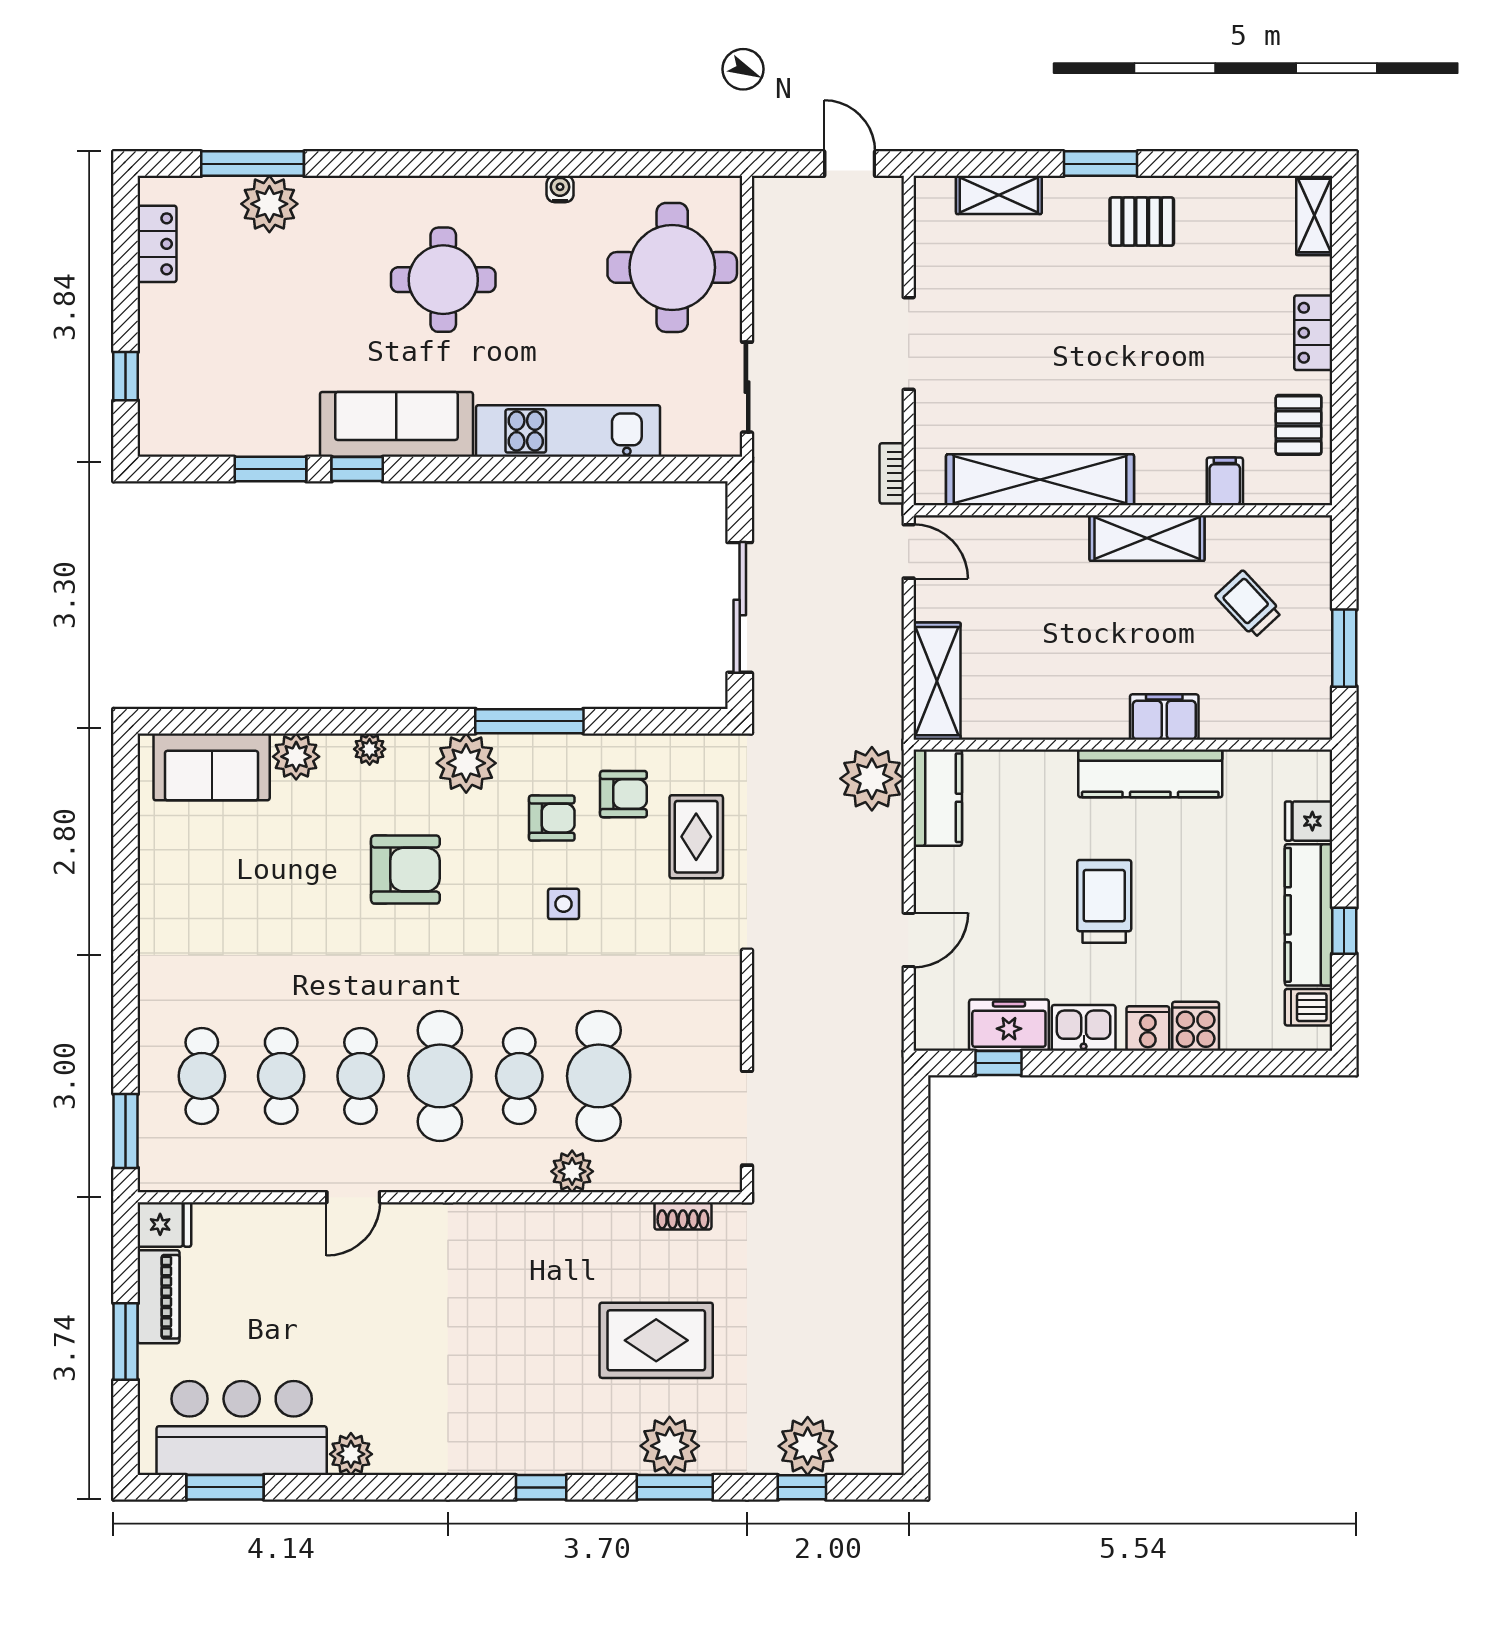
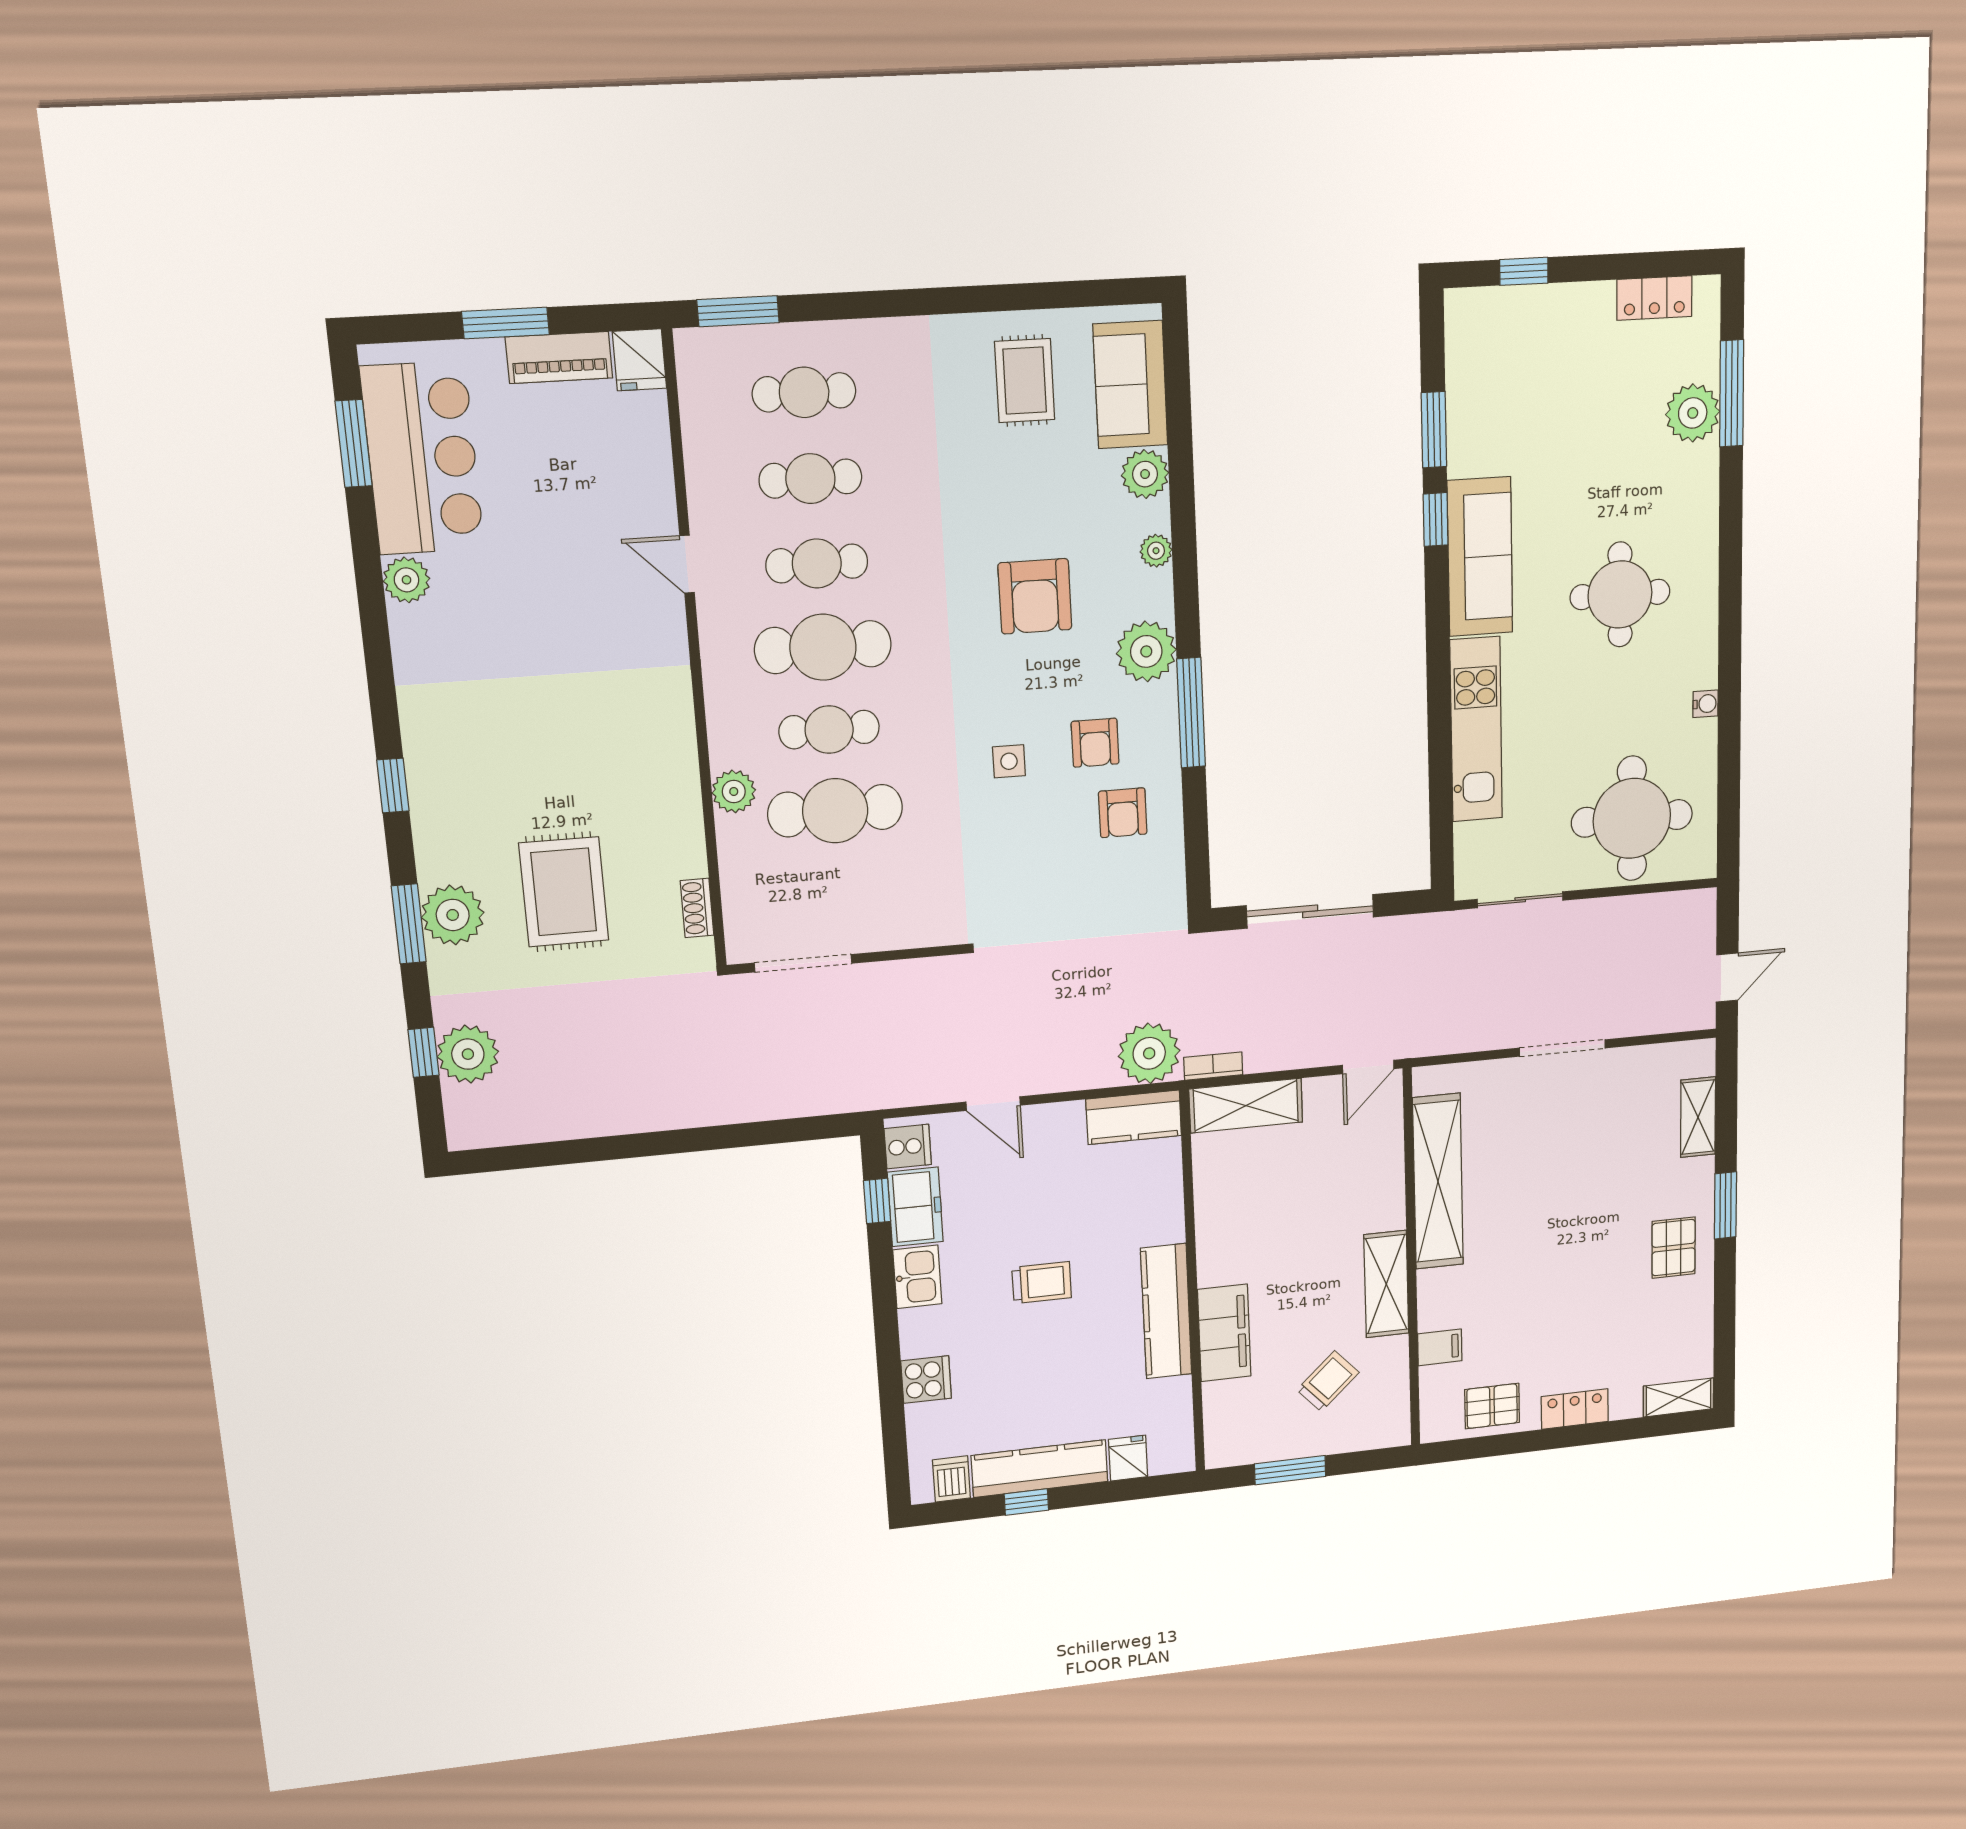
bookcase: (892, 473) -> (1213, 1066), moved
filing cabinet: (1164, 717) -> (1224, 1333), width x1.50, depth x1.17
rug: (696, 837) -> (1025, 381), moved, turned 90
trolley: (1104, 901) -> (1042, 1283), width x0.73, depth x0.72
cooker: (1148, 1029) -> (908, 1147), moved

